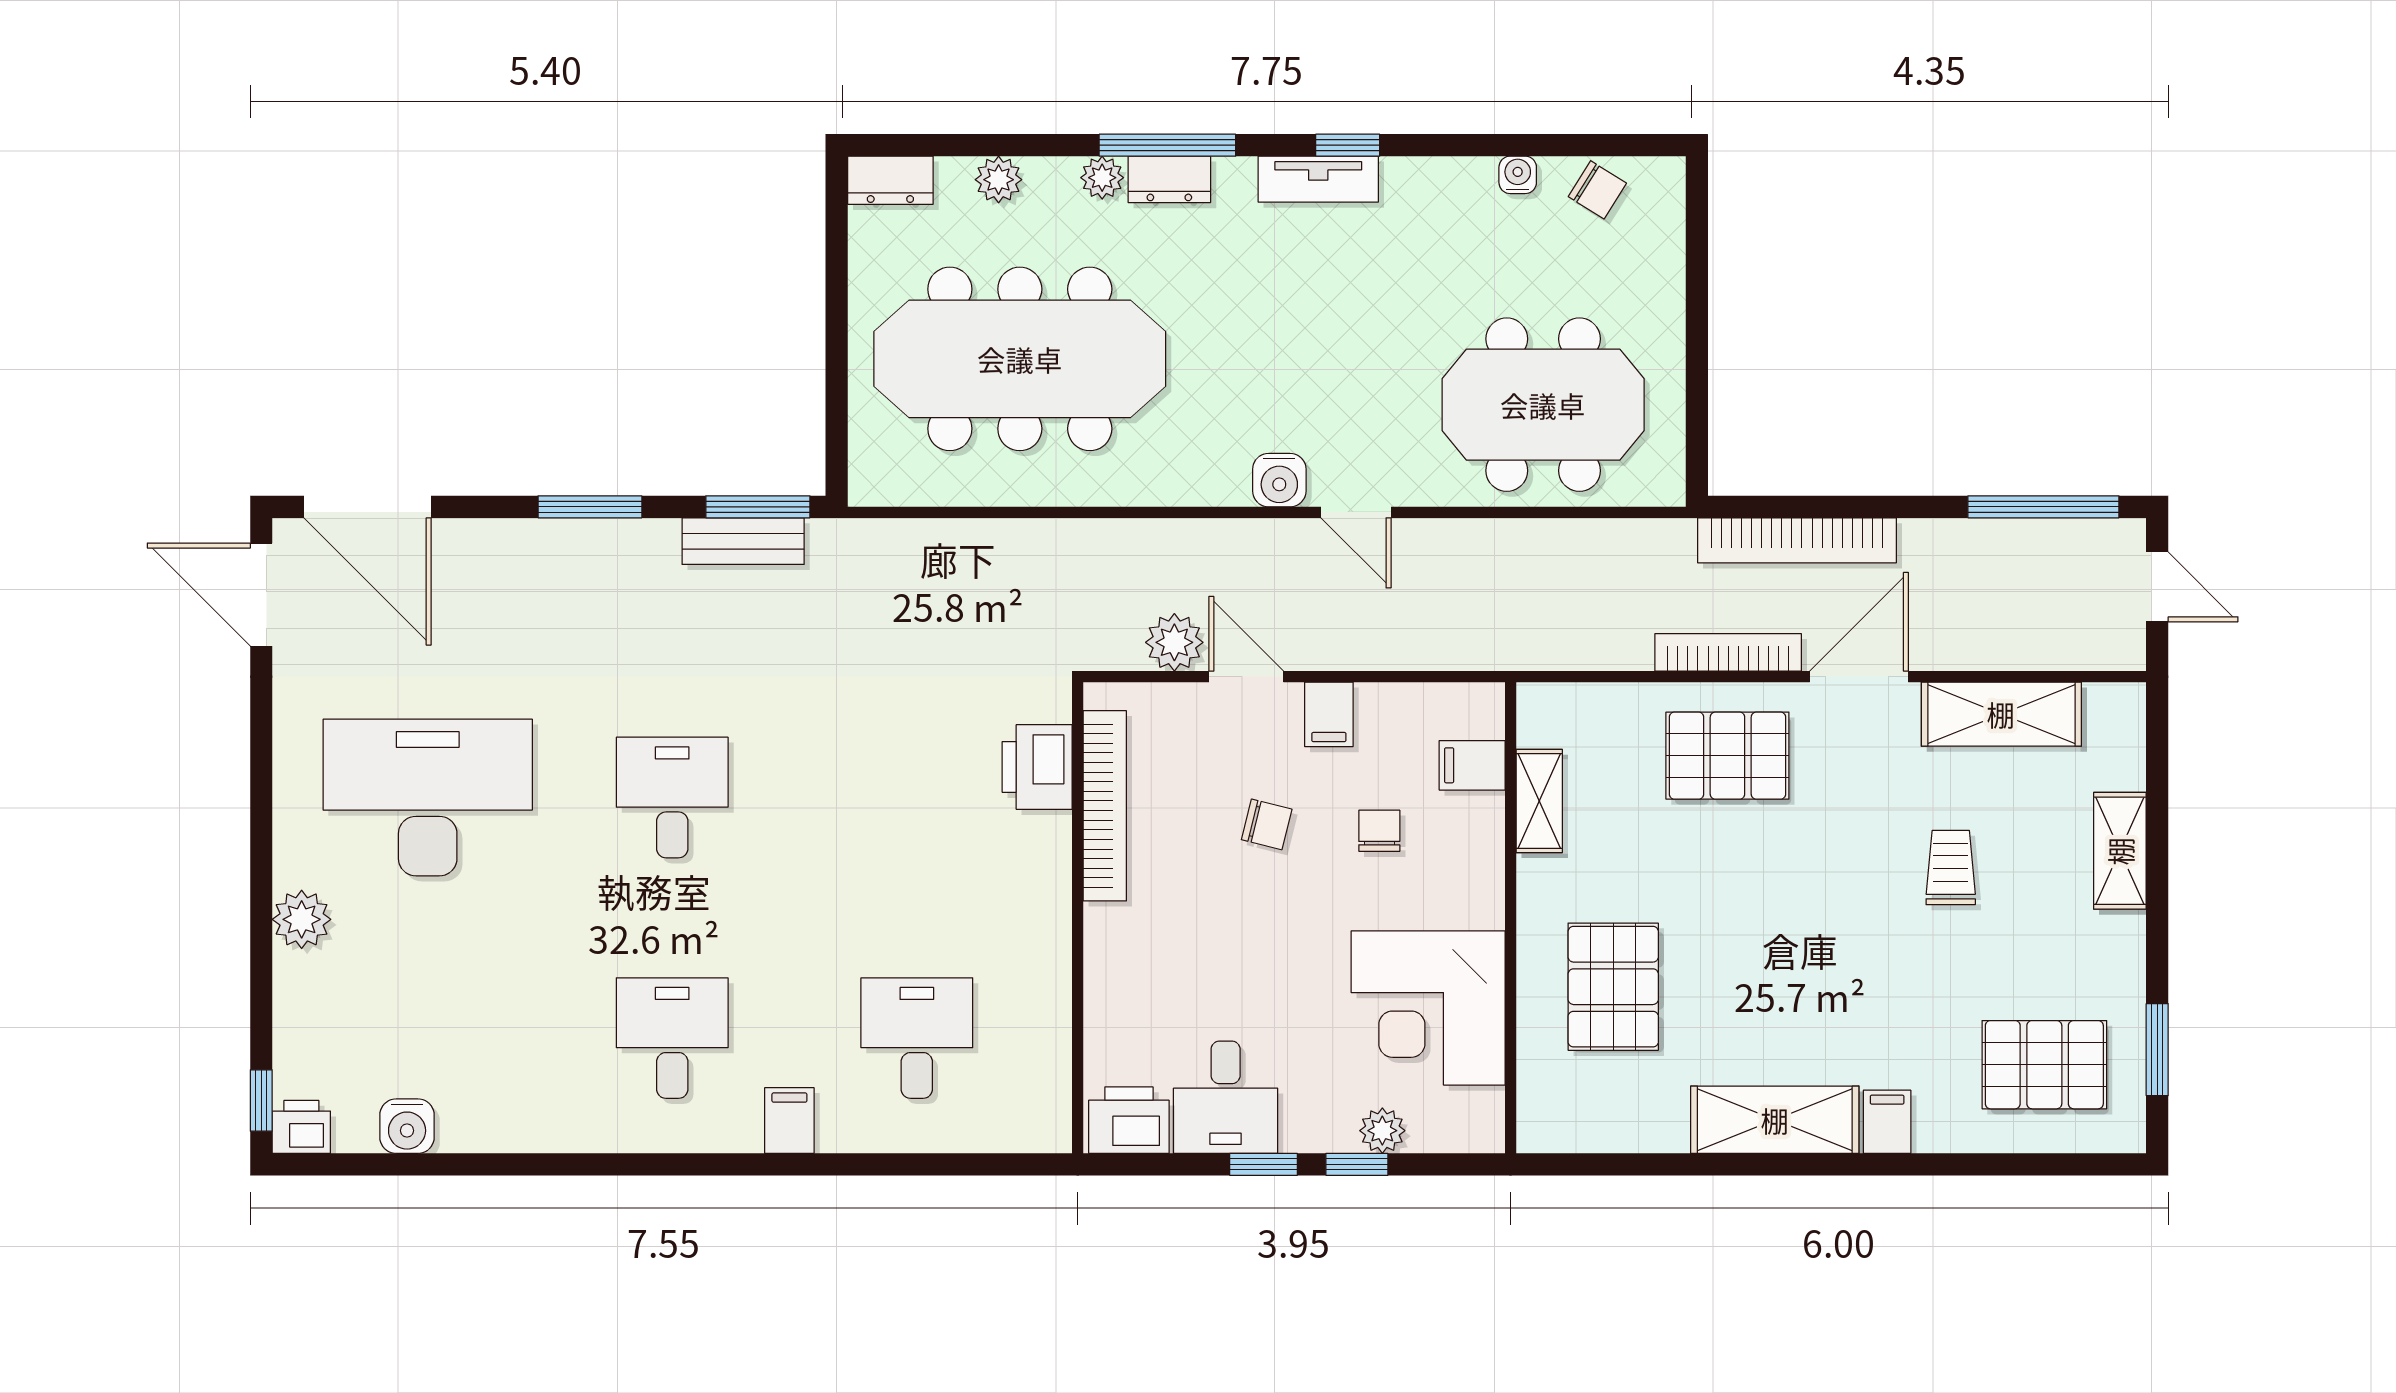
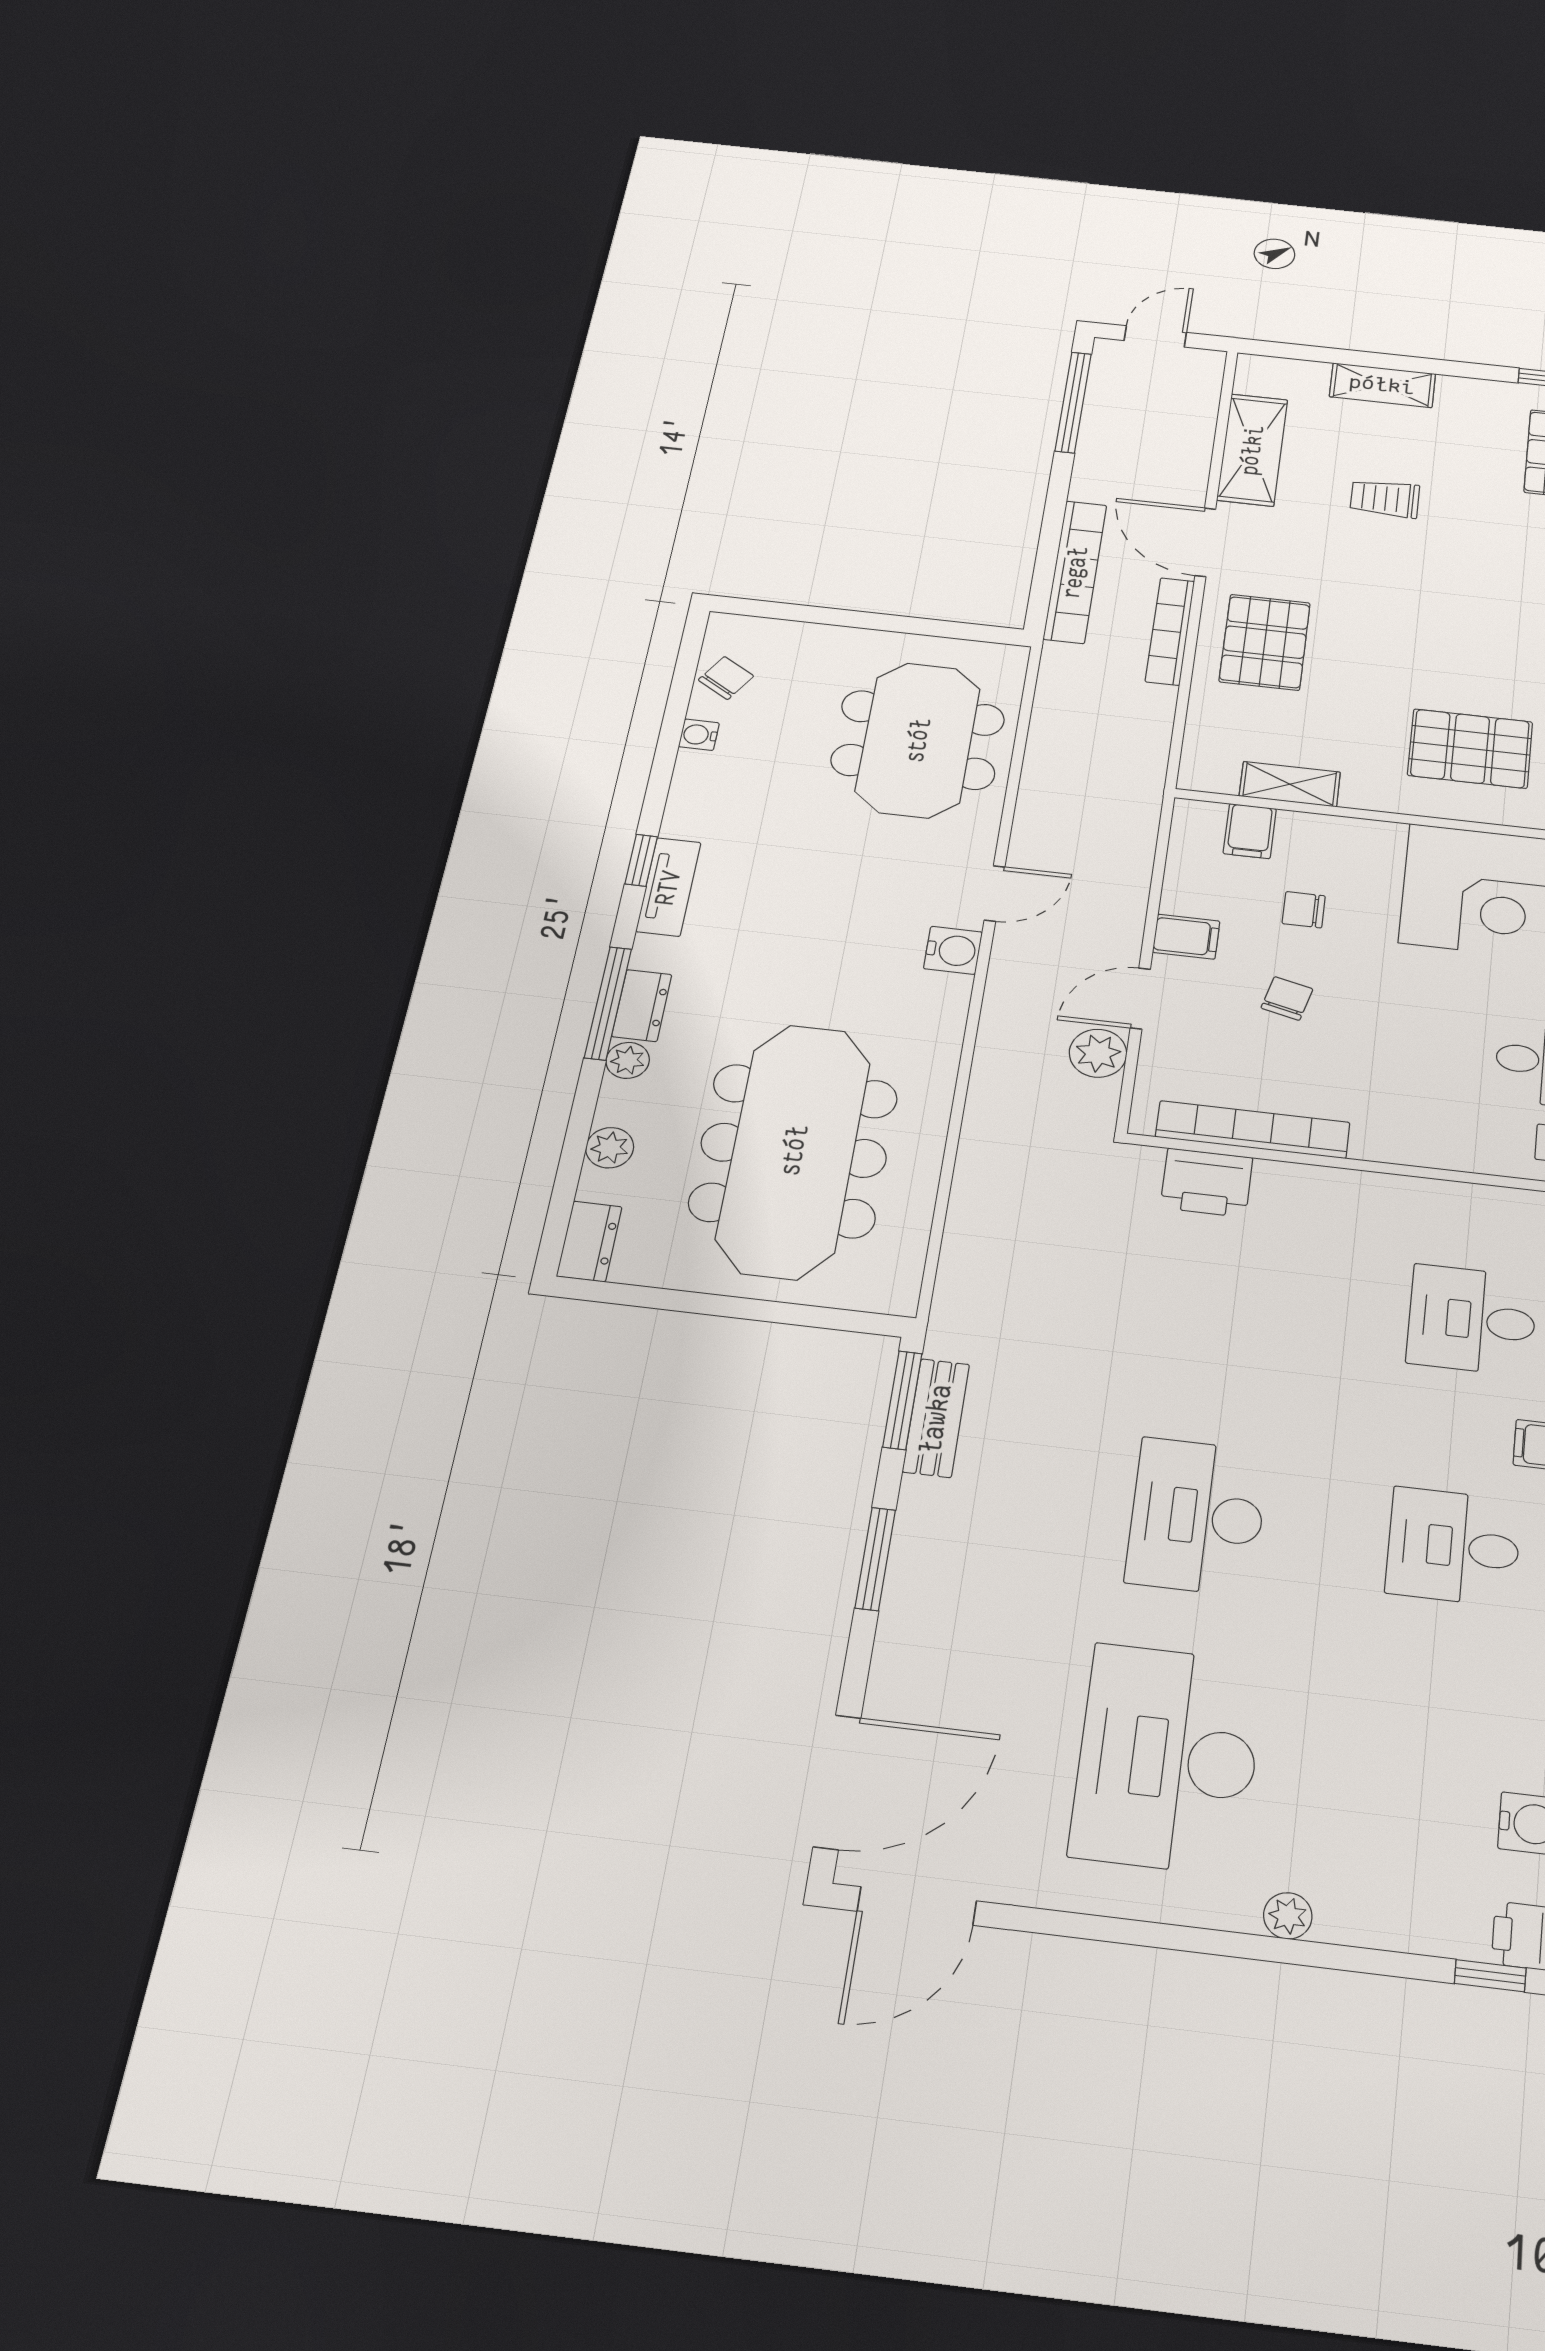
desk: (672, 798) -> (1197, 1516), width x1.37
plant: (302, 919) -> (1288, 1916), width x0.73, depth x0.73

